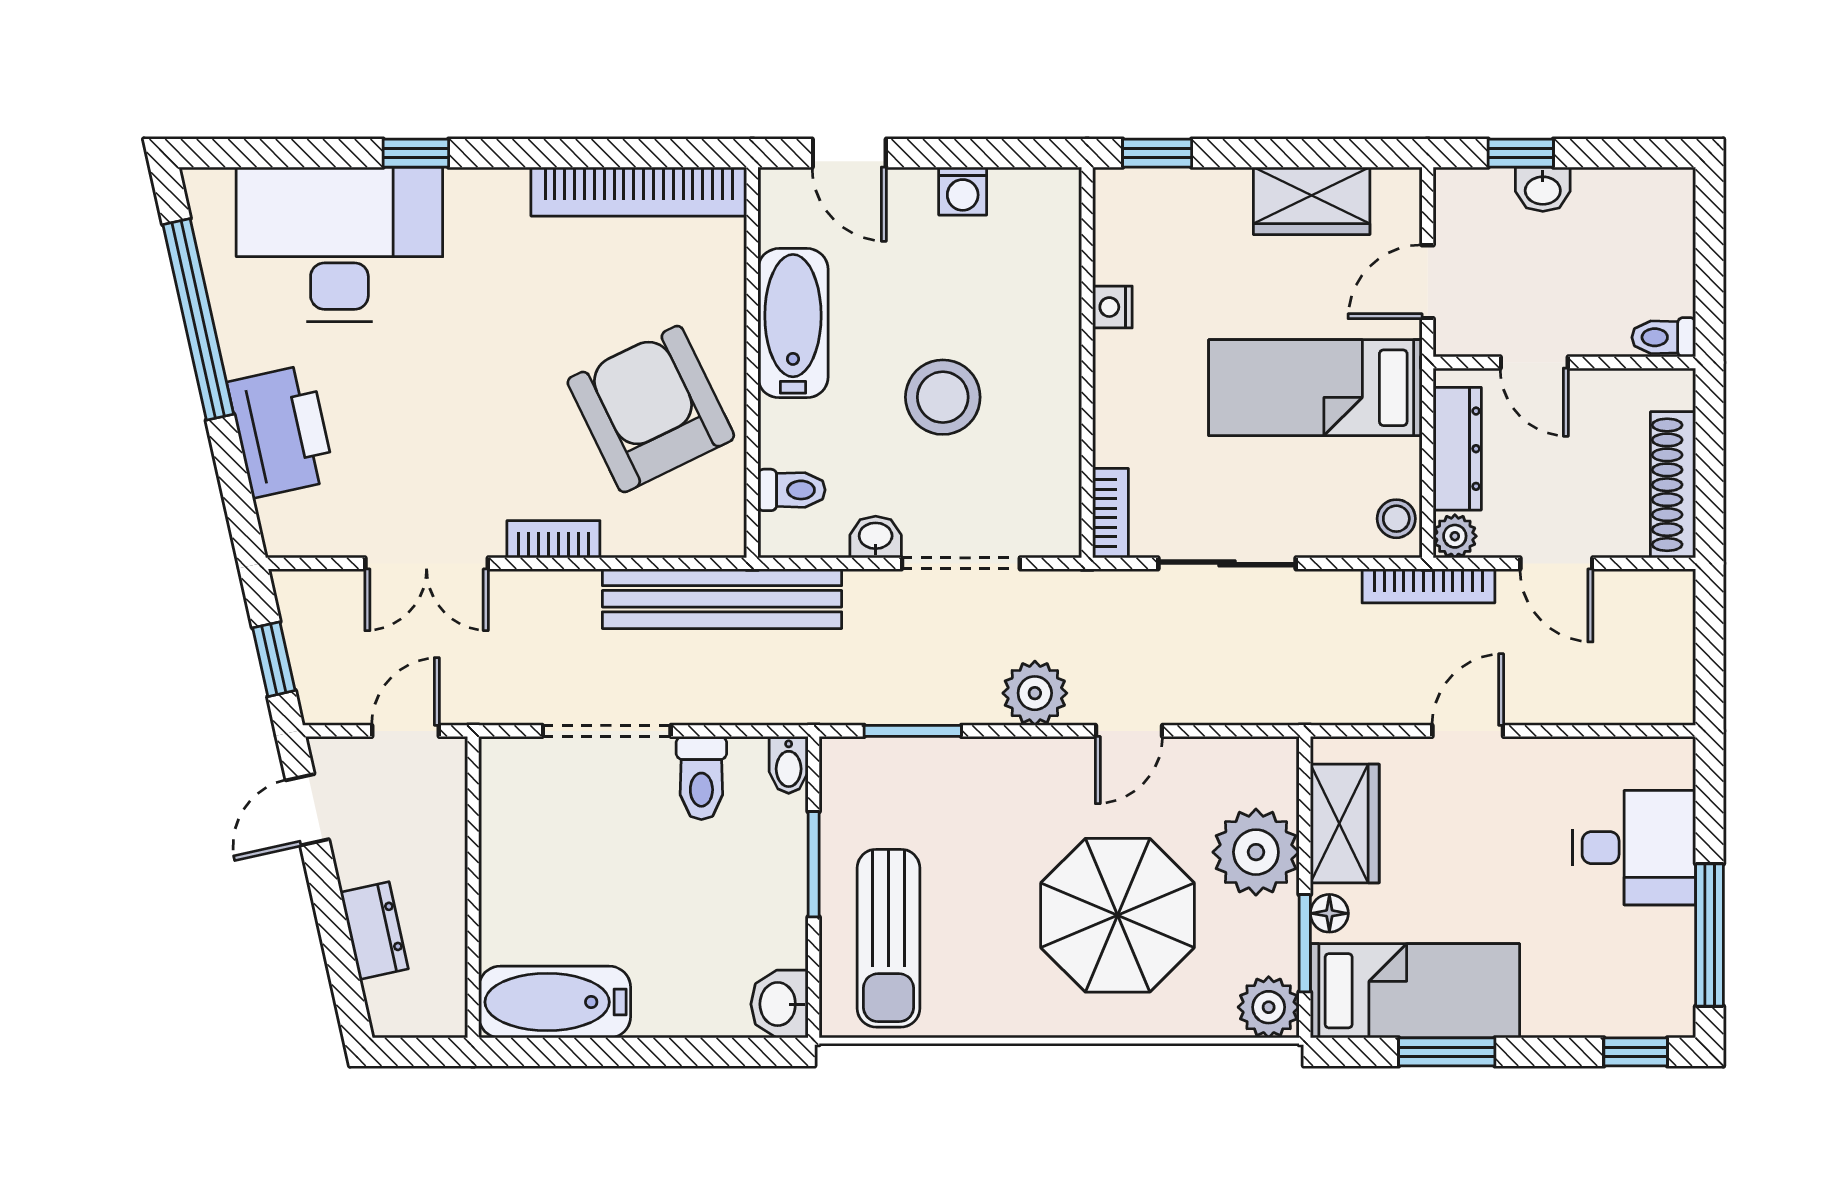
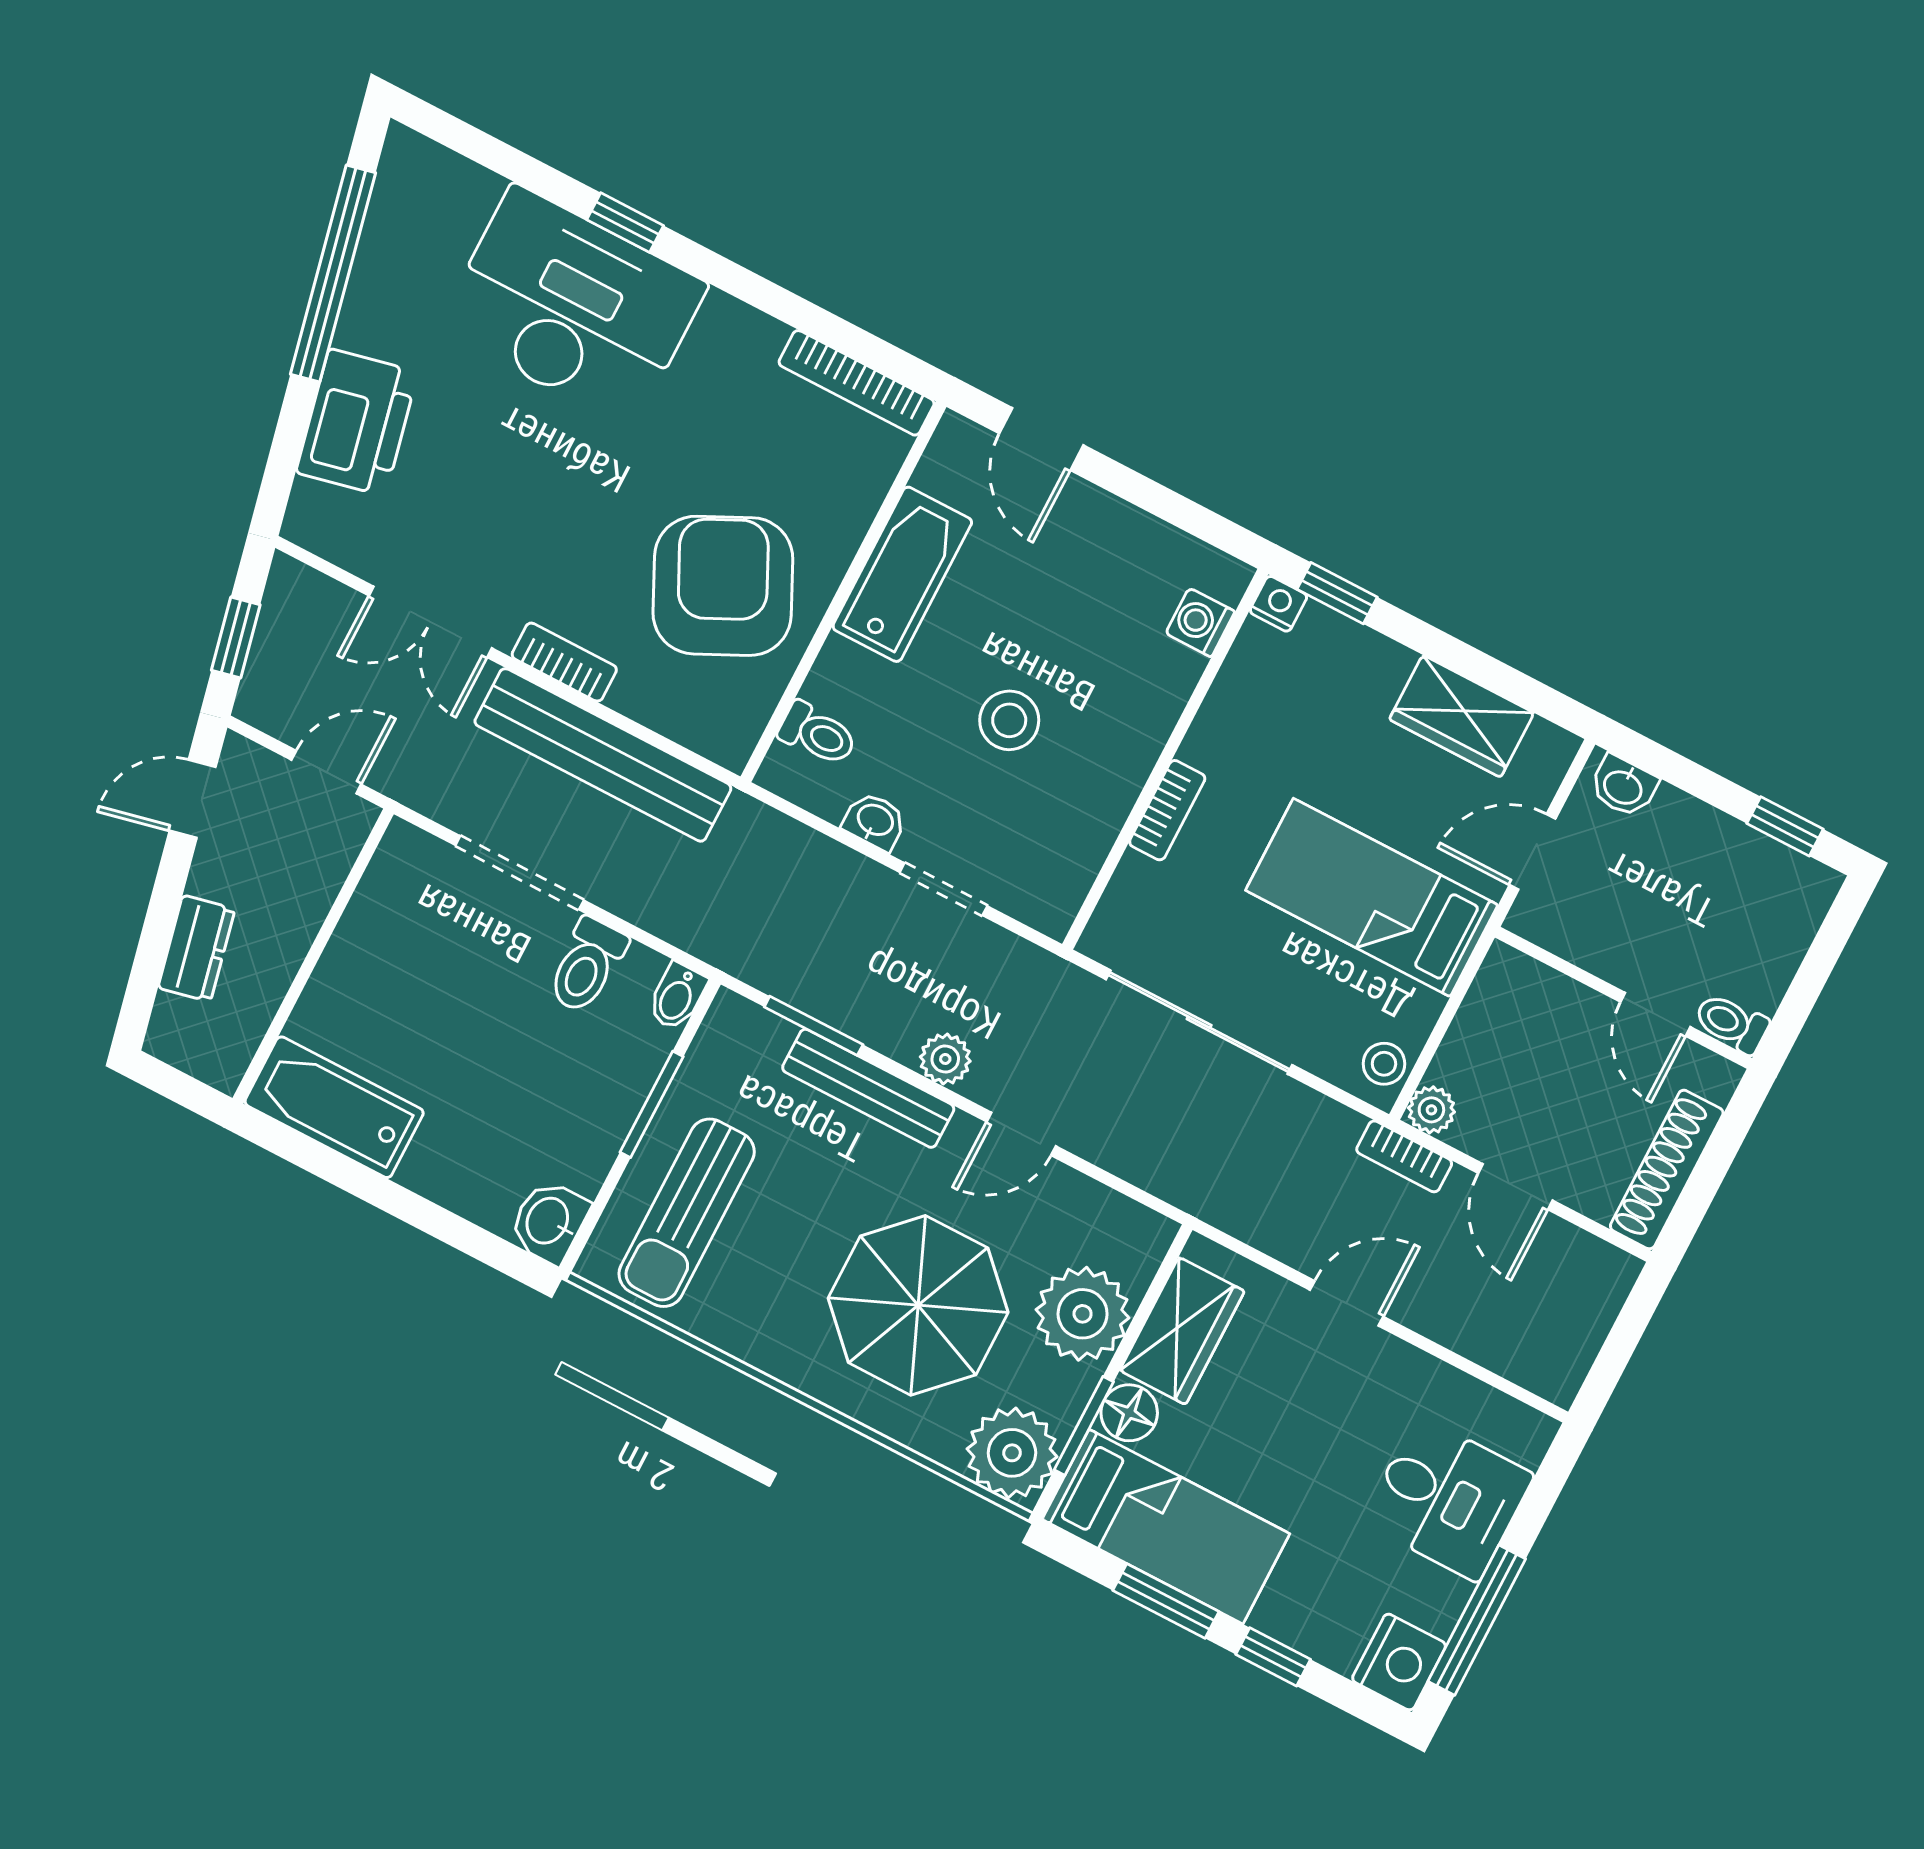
window: (1521, 153) -> (1785, 826), moved
washbasin: (1543, 189) -> (1623, 786), moved
washing machine: (963, 191) -> (1200, 622), moved, turned 90
bookcase: (639, 192) -> (857, 383), width x0.68, depth x0.76
desk: (339, 244) -> (573, 307), moved
nightstand: (1112, 307) -> (1278, 604), moved, turned 90
door: (1534, 362) -> (1655, 1014), moved
stool: (943, 397) -> (1009, 720), width x0.73, depth x0.73
dresser: (1457, 449) -> (1478, 1027), removed
bookcase: (1111, 513) -> (1167, 810), moved
doorway: (961, 563) -> (943, 889), width x0.73
sliding door: (1227, 563) -> (1199, 1022), width x1.37
bookcase: (1428, 586) -> (1404, 1156), width x0.64
bench: (722, 599) -> (603, 755), moved
plant: (1035, 693) -> (945, 1059), width x0.73, depth x0.73
bench: (984, 759) -> (868, 1088), added
floor lamp: (1329, 913) -> (1129, 1413), width x1.37, depth x1.37
nightstand: (1664, 1002) -> (1399, 1662), added
plant: (1269, 1007) -> (1012, 1453), width x1.36, depth x1.36
window: (1636, 1052) -> (1273, 1657), moved

